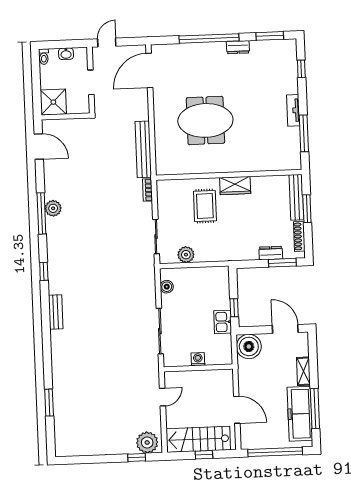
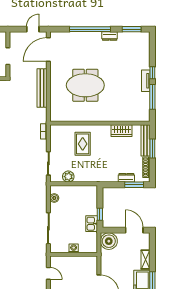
door: (107, 42) -> (33, 29), moved
window: (301, 69) -> (152, 73), moved
bench: (143, 149) -> (42, 88), moved
wardrobe: (235, 186) -> (122, 131), moved
door: (162, 397) -> (48, 273), hinge flipped

